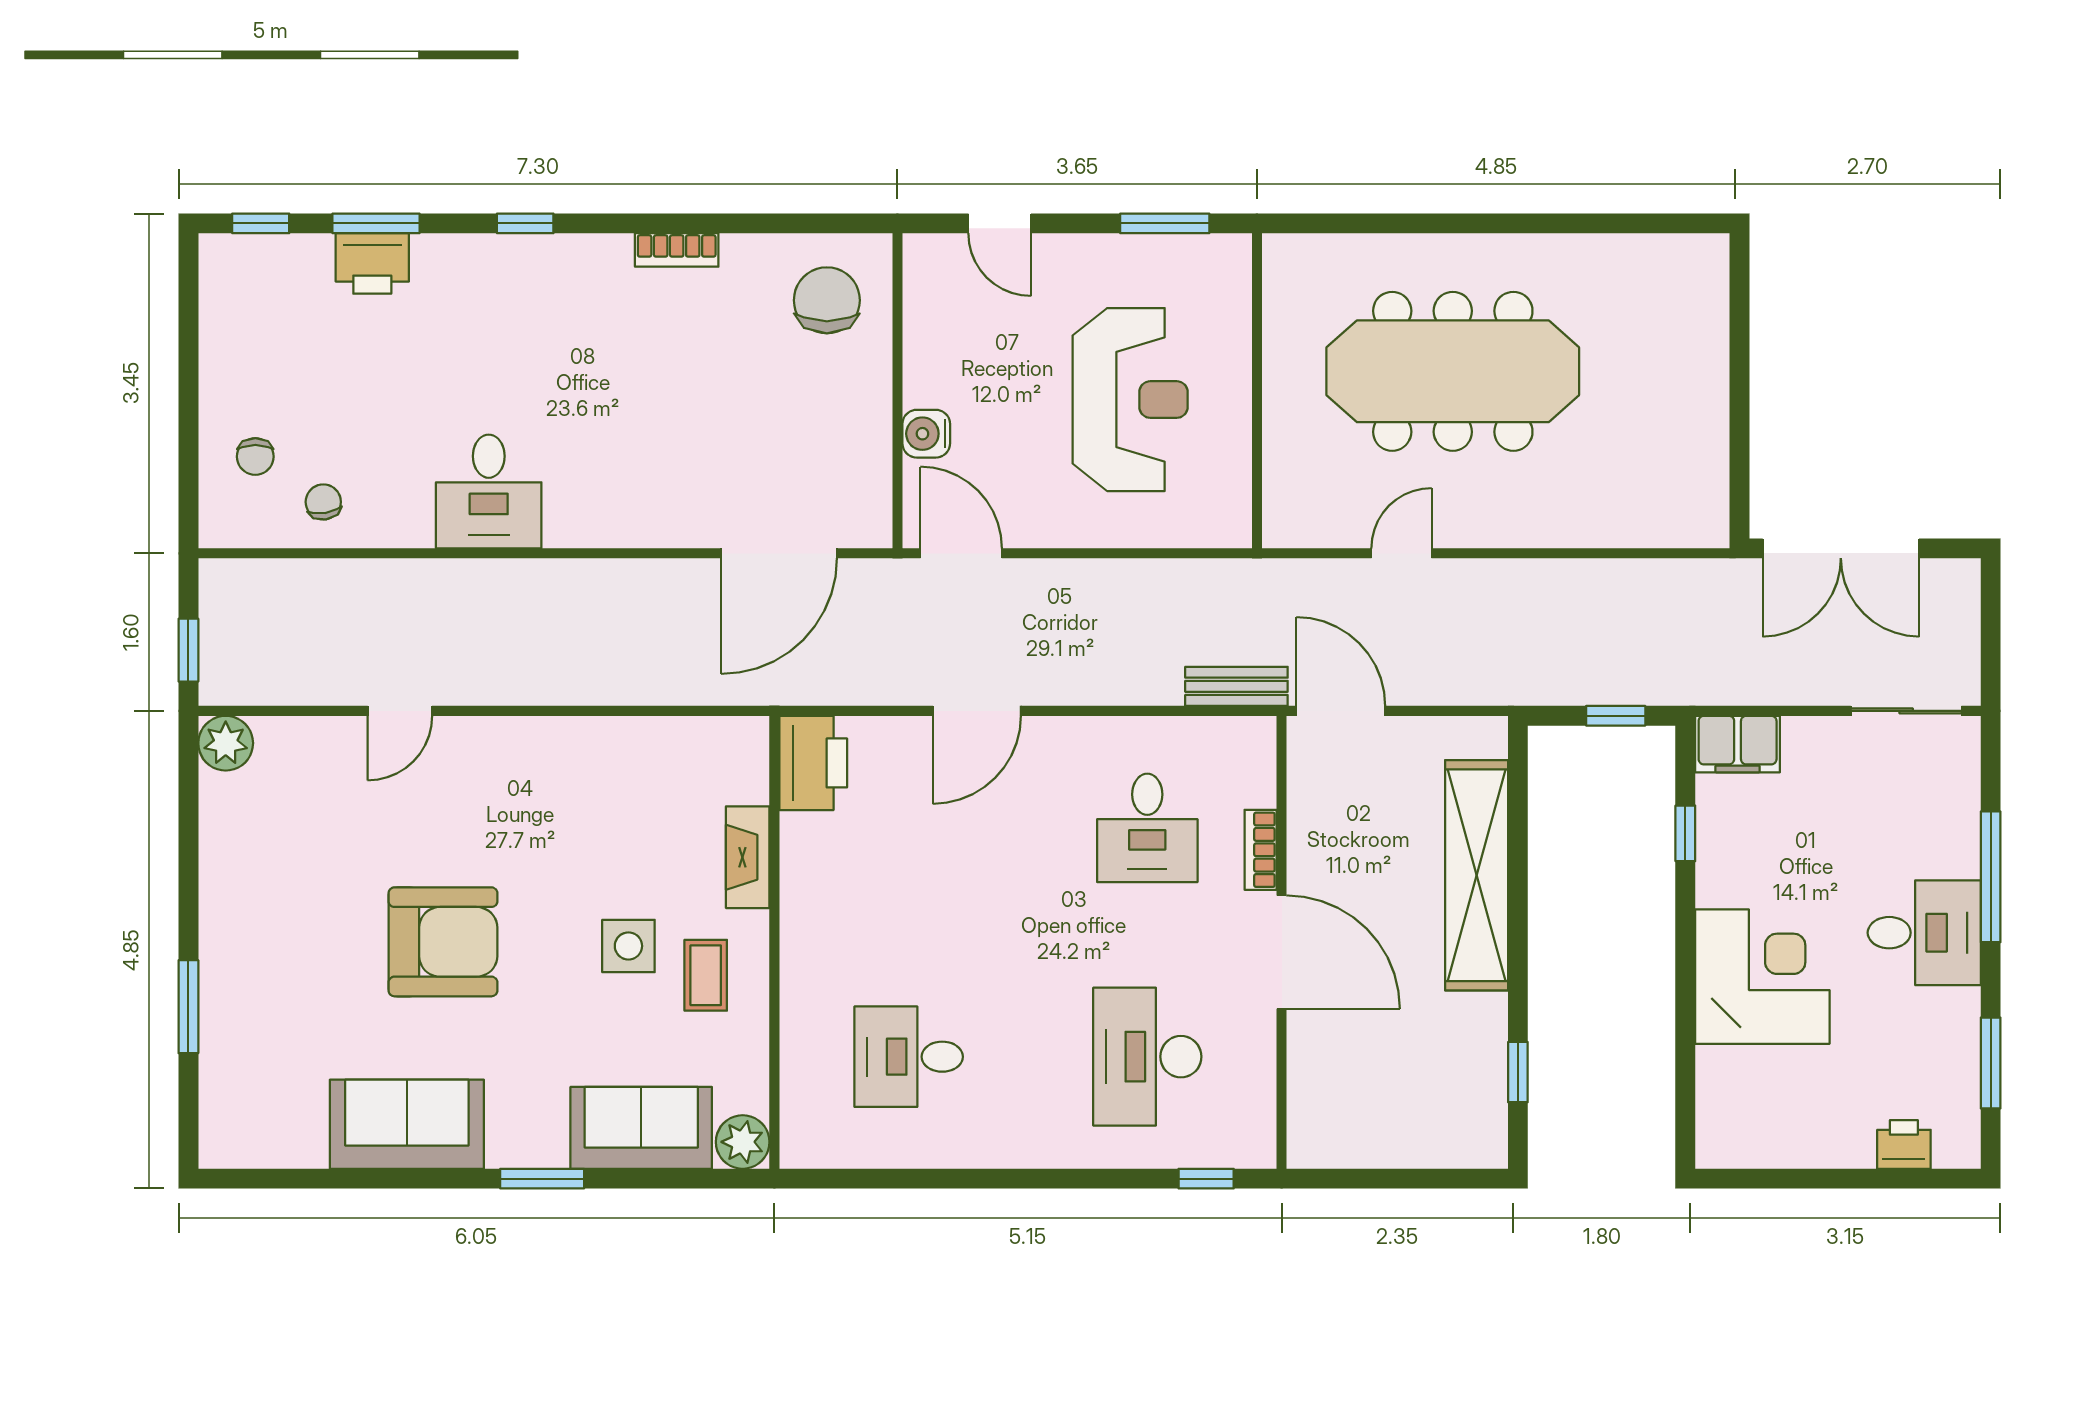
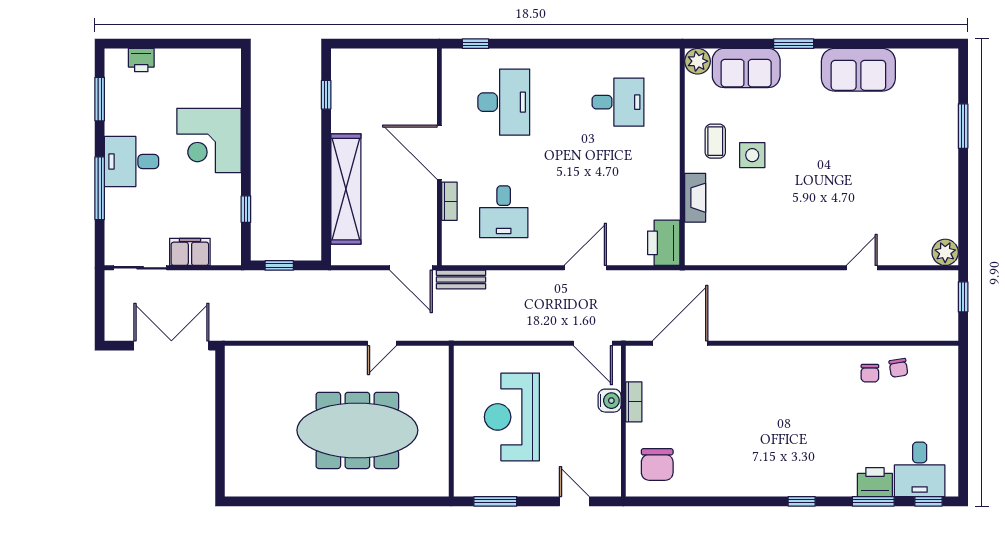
bookcase: (677, 250) -> (634, 402), moved, turned 90
chair: (255, 457) -> (870, 373), moved, turned 180
desk: (489, 491) -> (920, 469), moved, turned 180
filing cabinet: (1738, 744) -> (190, 252), moved
desk: (1147, 828) -> (504, 212), turned 180
armchair: (443, 942) -> (841, 157), removed

